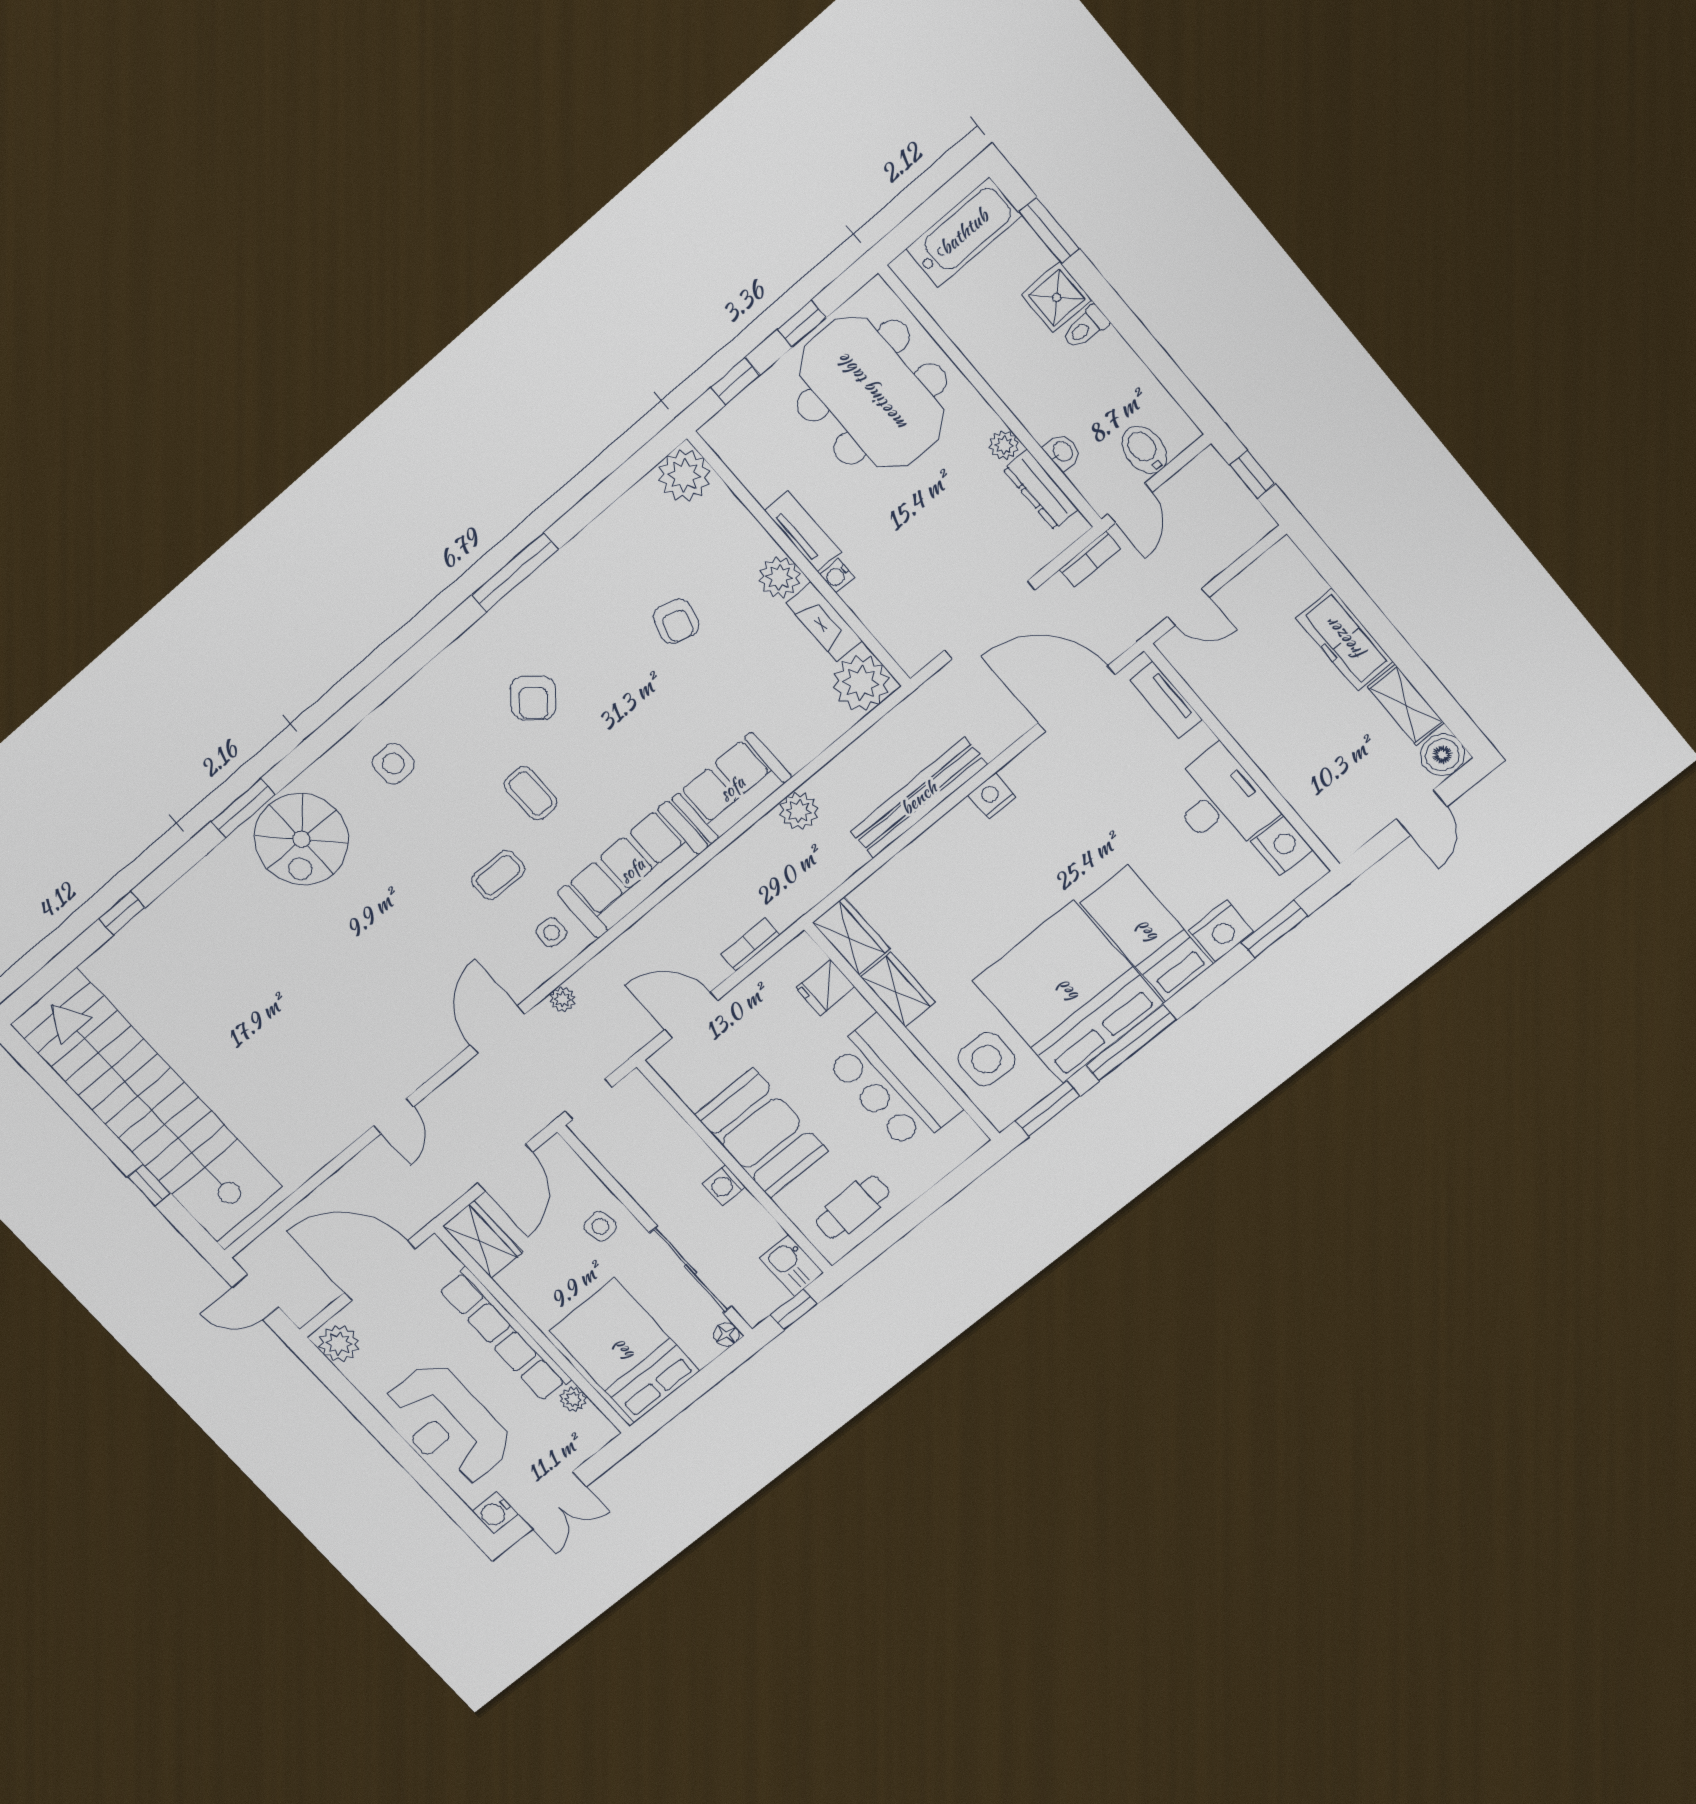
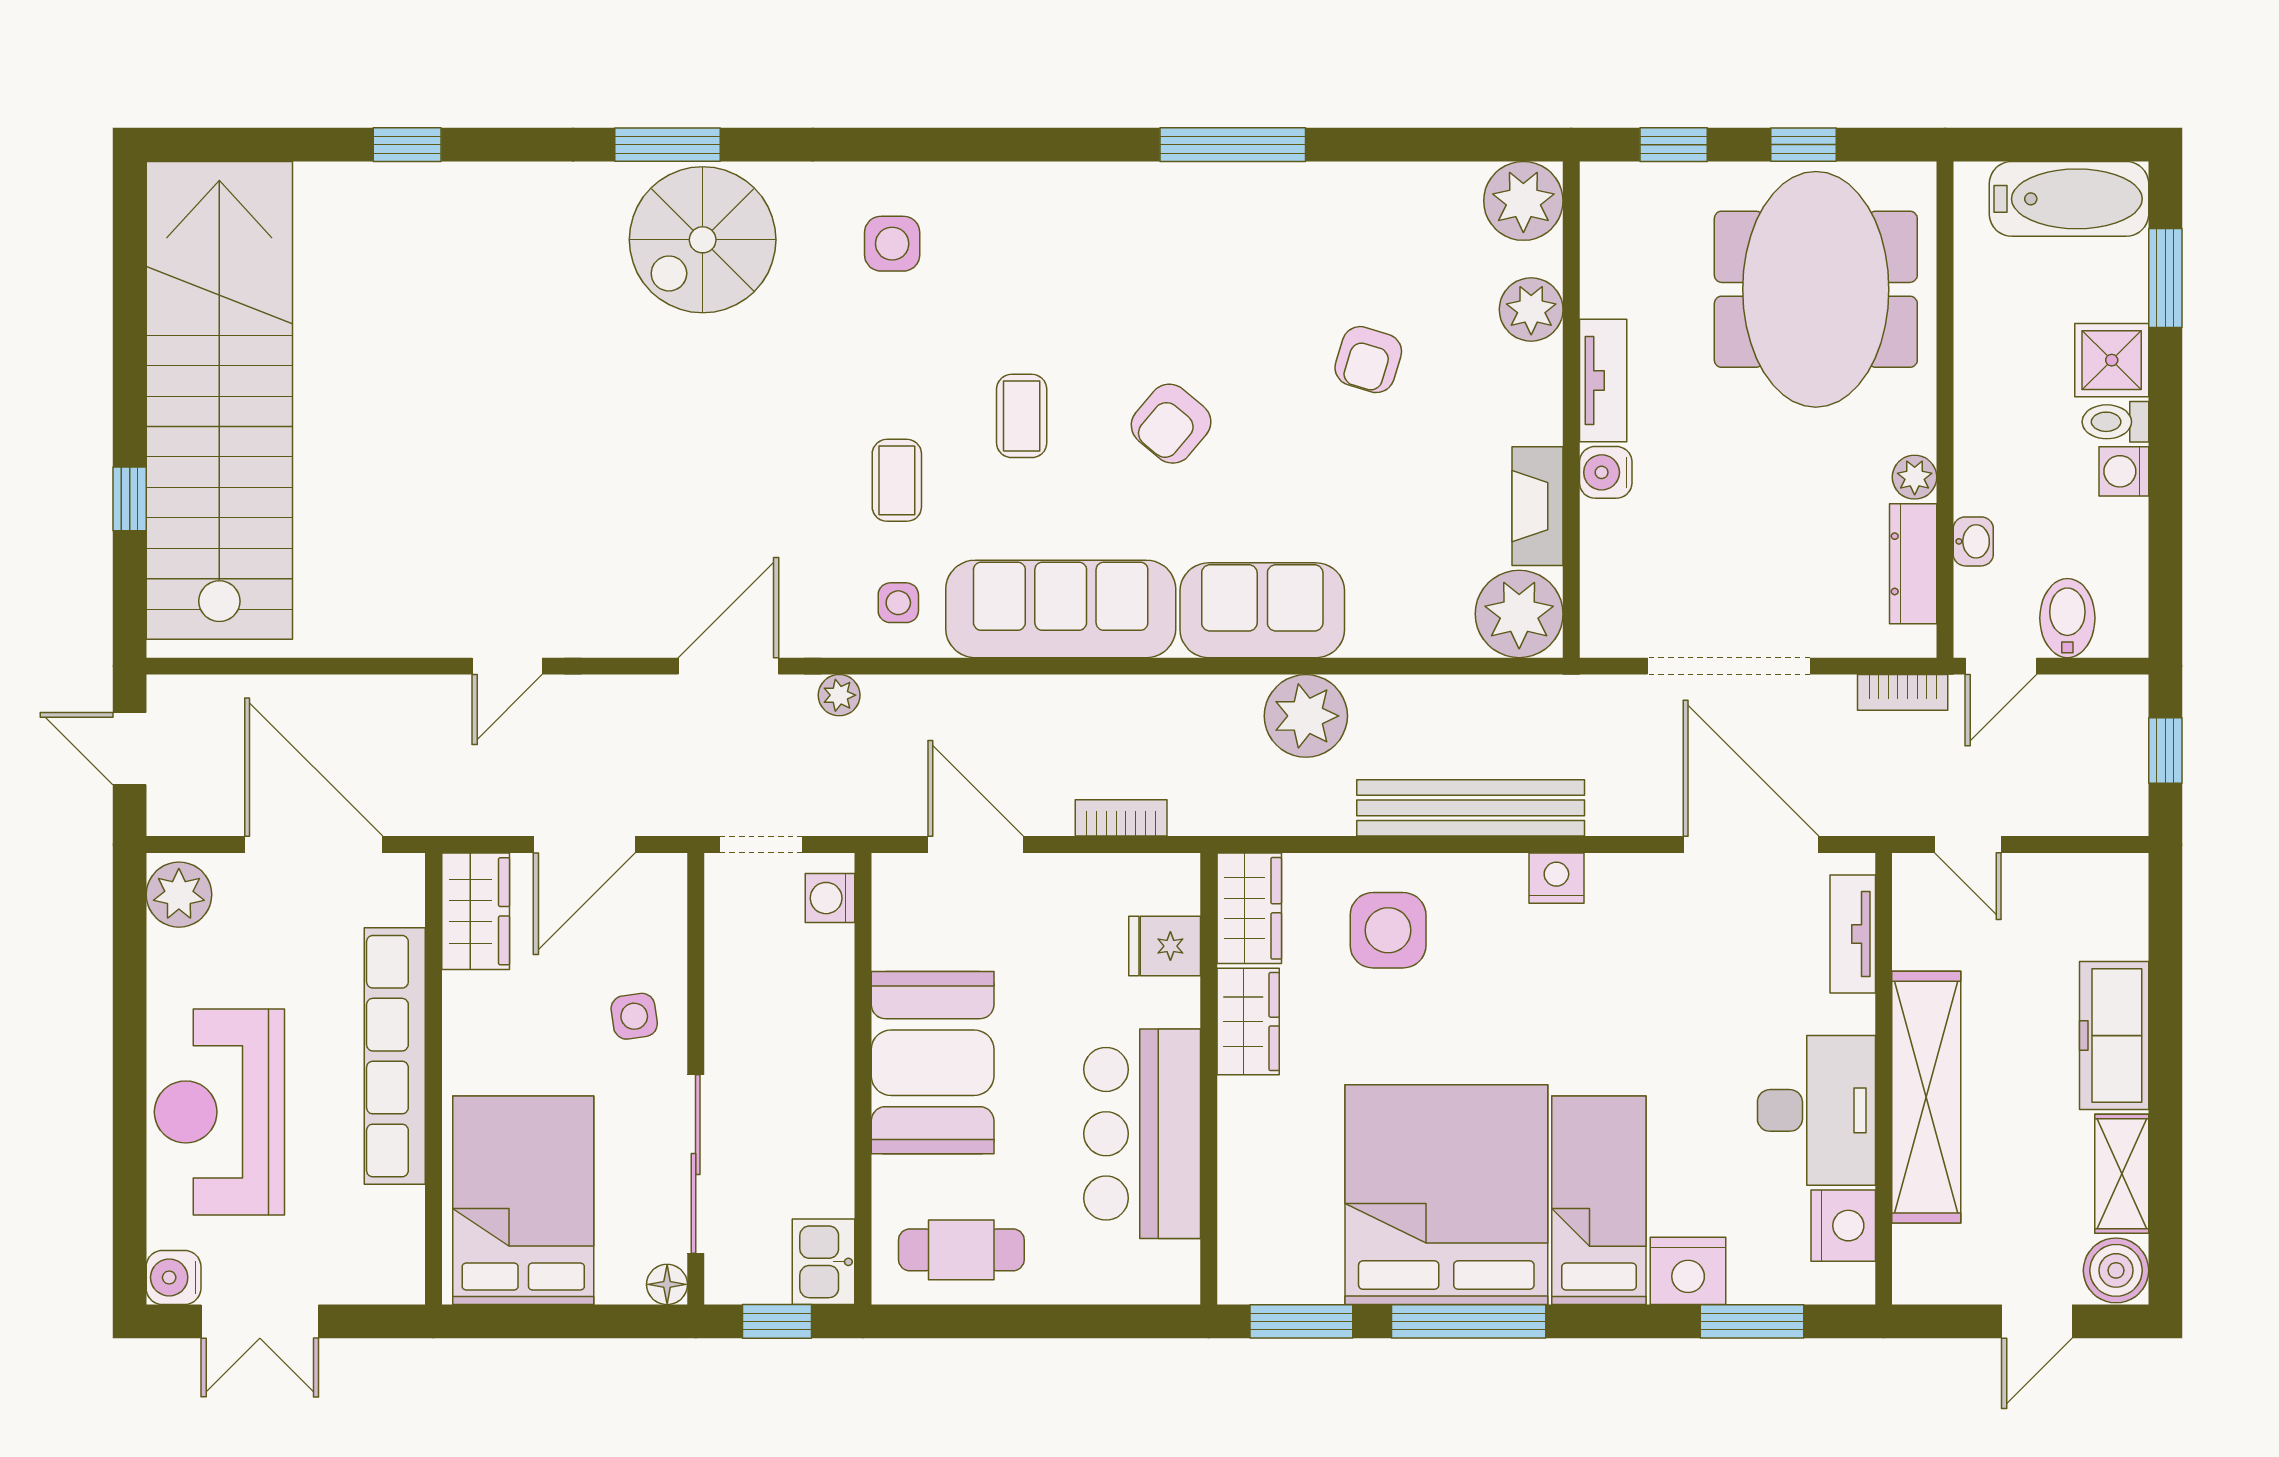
washing machine: (1111, 350) -> (2124, 471), added
water cooler: (837, 576) -> (1606, 472), width x1.38, depth x1.38
plant: (779, 577) -> (1531, 309), moved
armchair: (533, 698) -> (1171, 424), moved
shelving: (1272, 749) -> (1926, 1097), added
plant: (799, 811) -> (1306, 716), width x1.36, depth x1.36
coffee table: (498, 875) -> (897, 480), turned 90
side table: (986, 1059) -> (1388, 930), moved
washing machine: (724, 1185) -> (830, 898), moved
plant: (573, 1400) -> (404, 1210), removed

